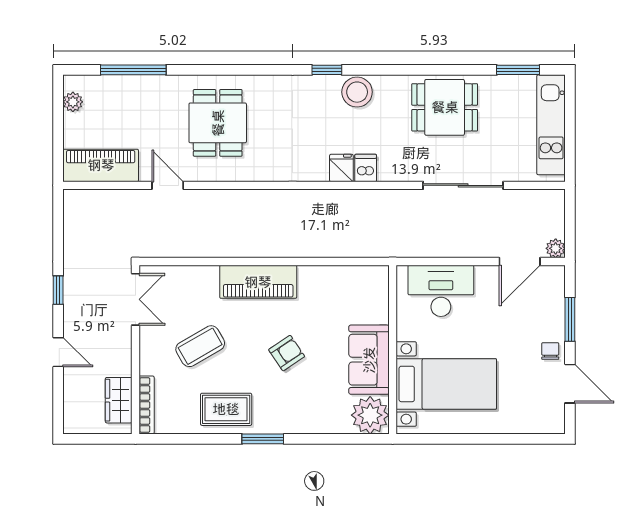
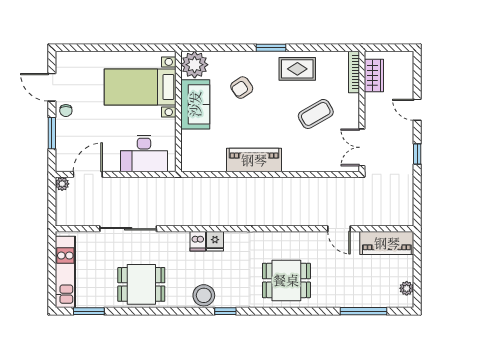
dining table: (218, 123) -> (286, 280), moved, turned 90
piano: (258, 282) -> (254, 160), moved
armchair: (287, 353) -> (242, 88), moved

